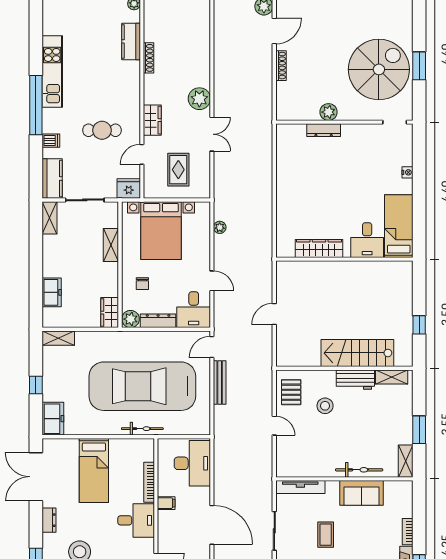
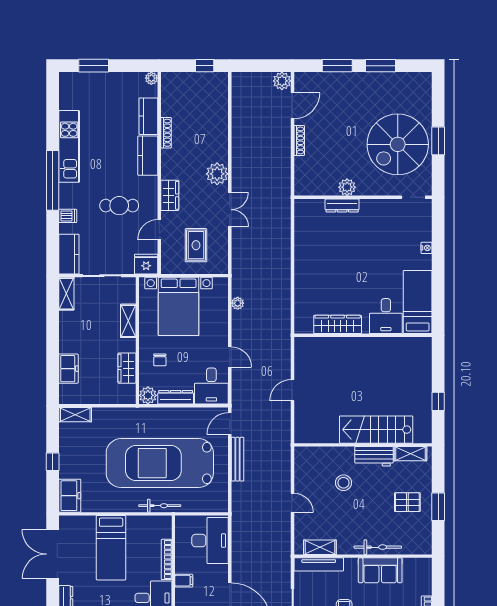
spiral stairs: (379, 69) -> (398, 144), turned 180
kitchen counter: (130, 81) -> (148, 156), added
wardrobe: (110, 313) -> (127, 368), moved
pallet: (291, 392) -> (407, 502), moved, turned 90
shelving: (406, 461) -> (320, 547), moved, turned 90

